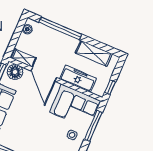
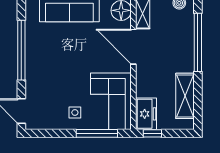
door: (44, 74) -> (133, 47), hinge flipped
freezer: (78, 79) -> (146, 114), moved, width x0.71

